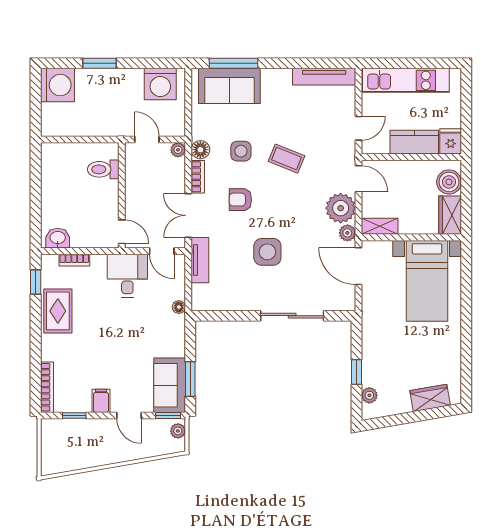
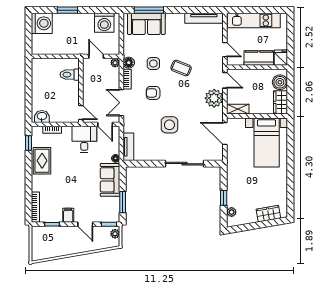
door: (359, 128) -> (225, 50), hinge flipped
plant: (347, 233) -> (218, 113), removed
tv unit: (200, 260) -> (128, 147), moved
sofa: (170, 385) -> (110, 180), moved

